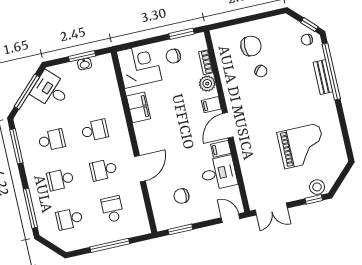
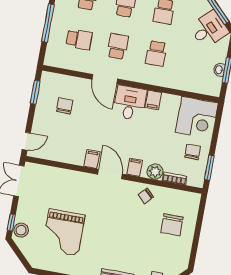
chair: (261, 71) -> (146, 196), moved
filing cabinet: (138, 107) -> (153, 100), width x0.50
desk: (219, 173) -> (130, 103), moved, turned 180

